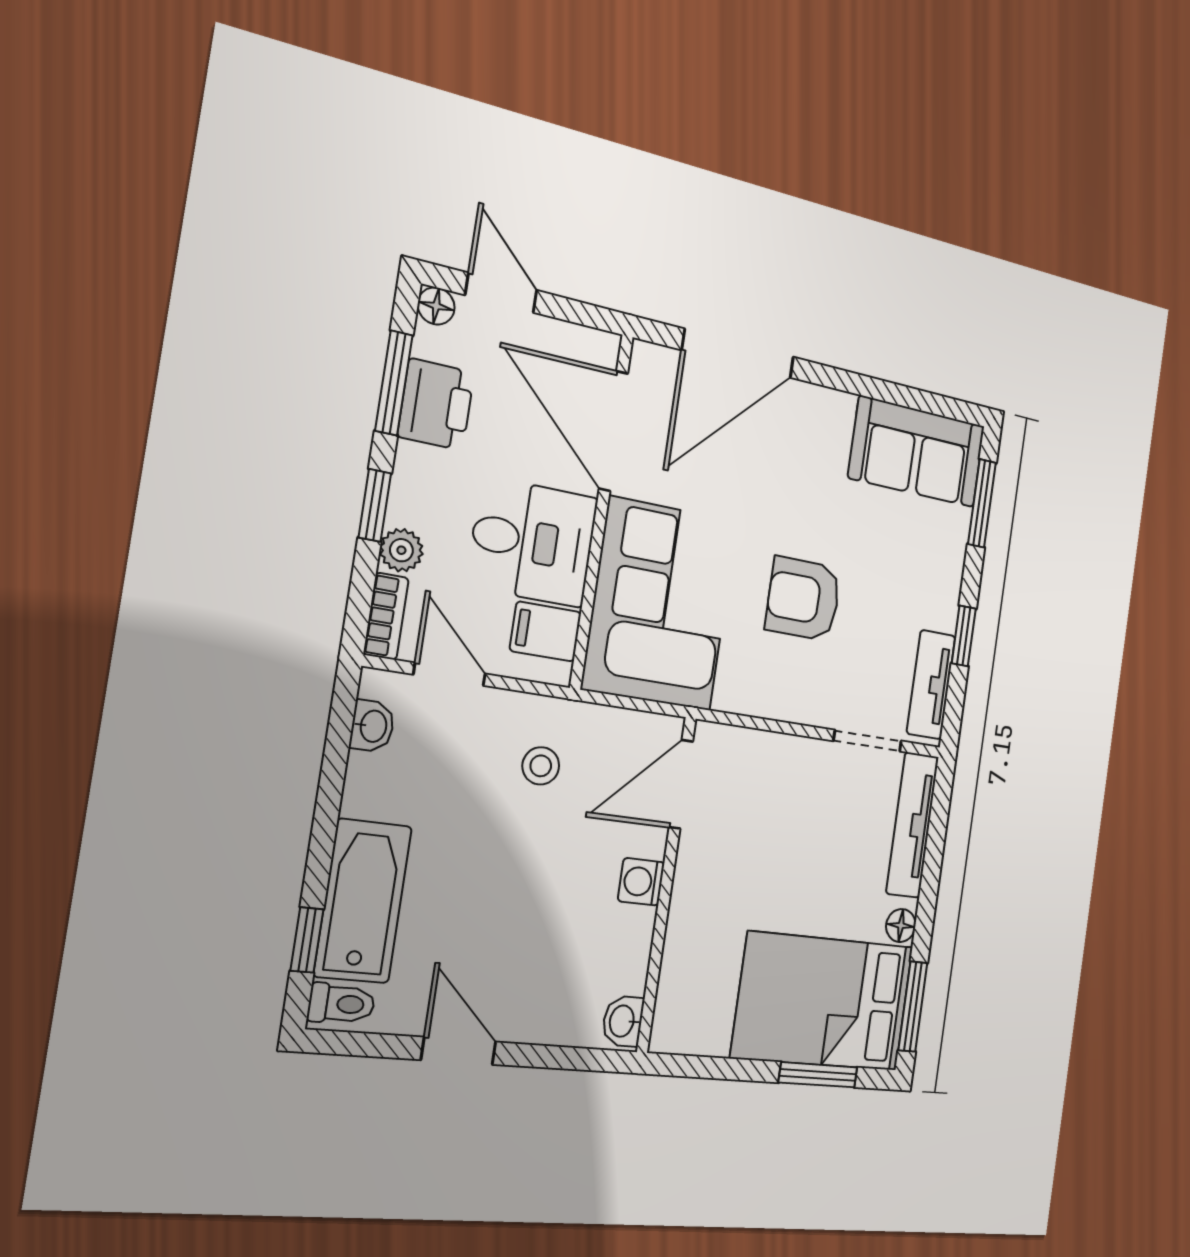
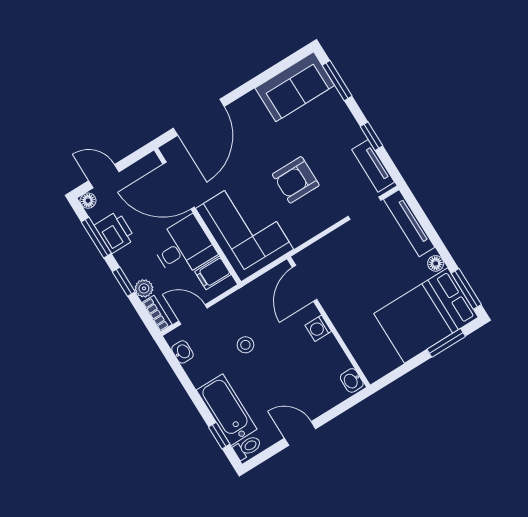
stool: (541, 766) -> (245, 345), moved

